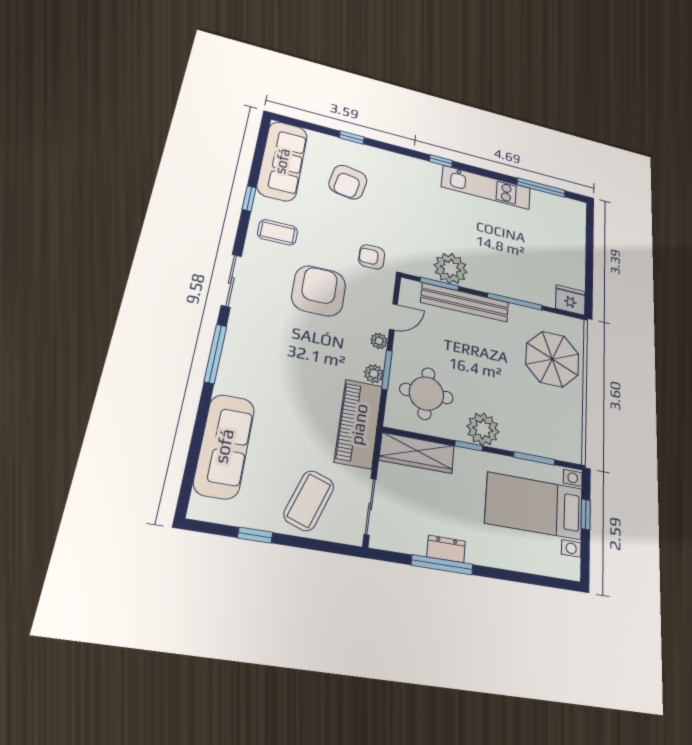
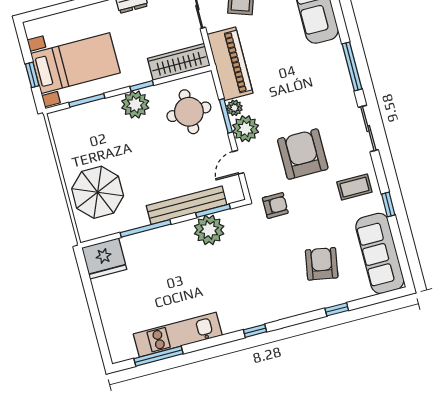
kitchen unit: (486, 187) -> (178, 335), moved
armchair: (319, 291) -> (303, 154), turned 180
fridge: (570, 300) -> (104, 258), width x1.36, depth x1.34
plant: (379, 341) -> (246, 129), width x1.87, depth x1.87

